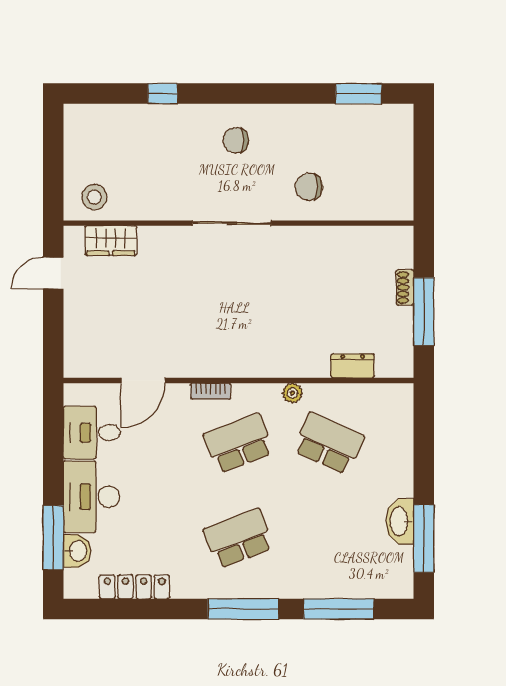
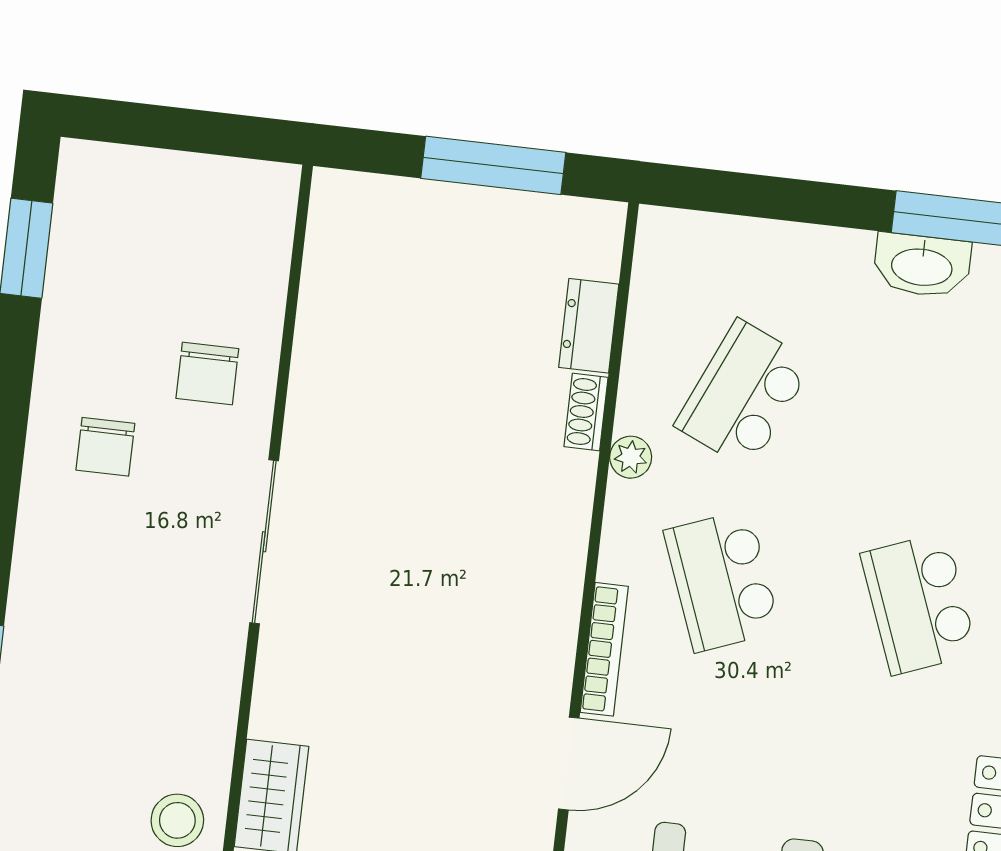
chair: (236, 141) -> (105, 447), moved
shoe rack: (405, 287) -> (586, 412), moved, turned 90
door: (143, 380) -> (569, 764), hinge flipped
bookcase: (211, 391) -> (604, 649), width x1.56

